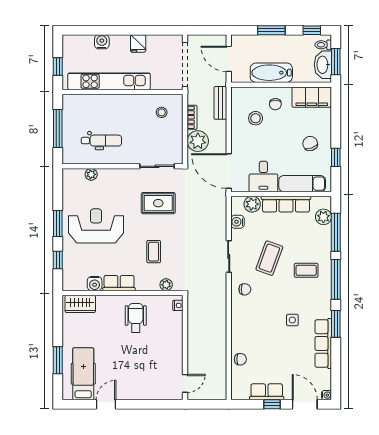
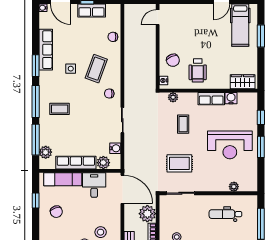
coffee table: (269, 258) -> (96, 69), moved
chair: (166, 330) -> (173, 60), added

